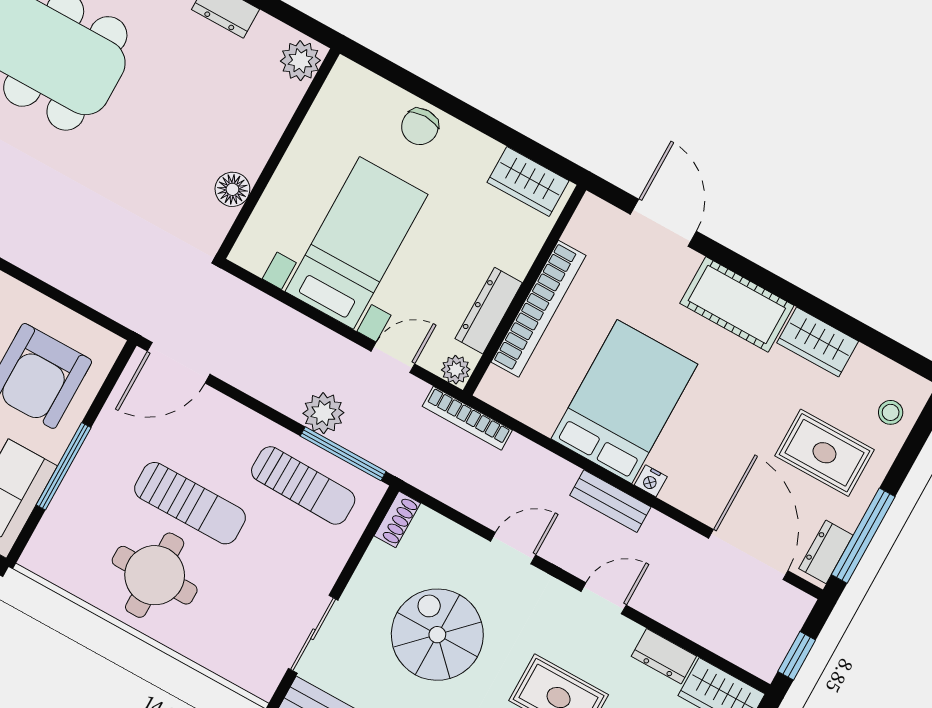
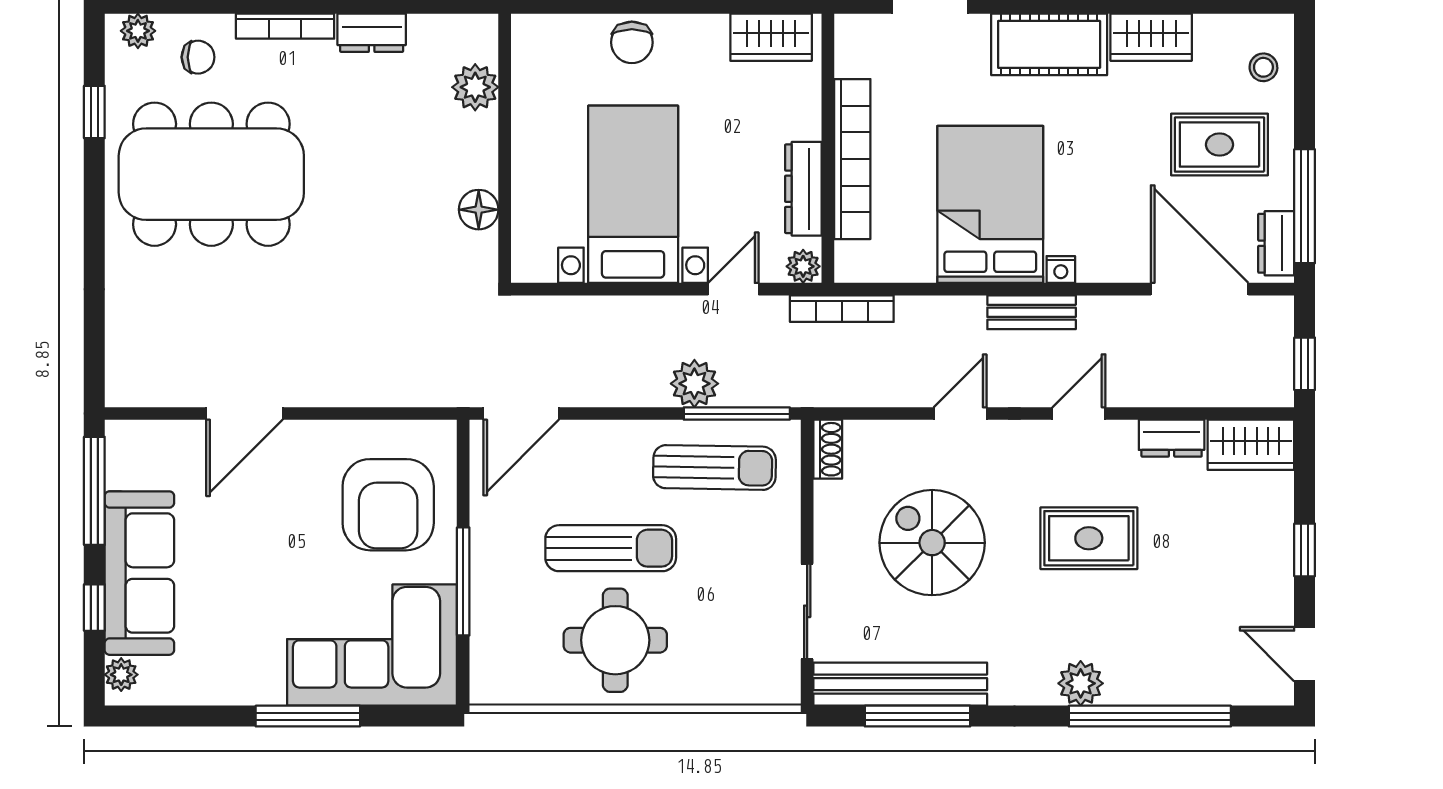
plant: (300, 61) -> (475, 87), moved

